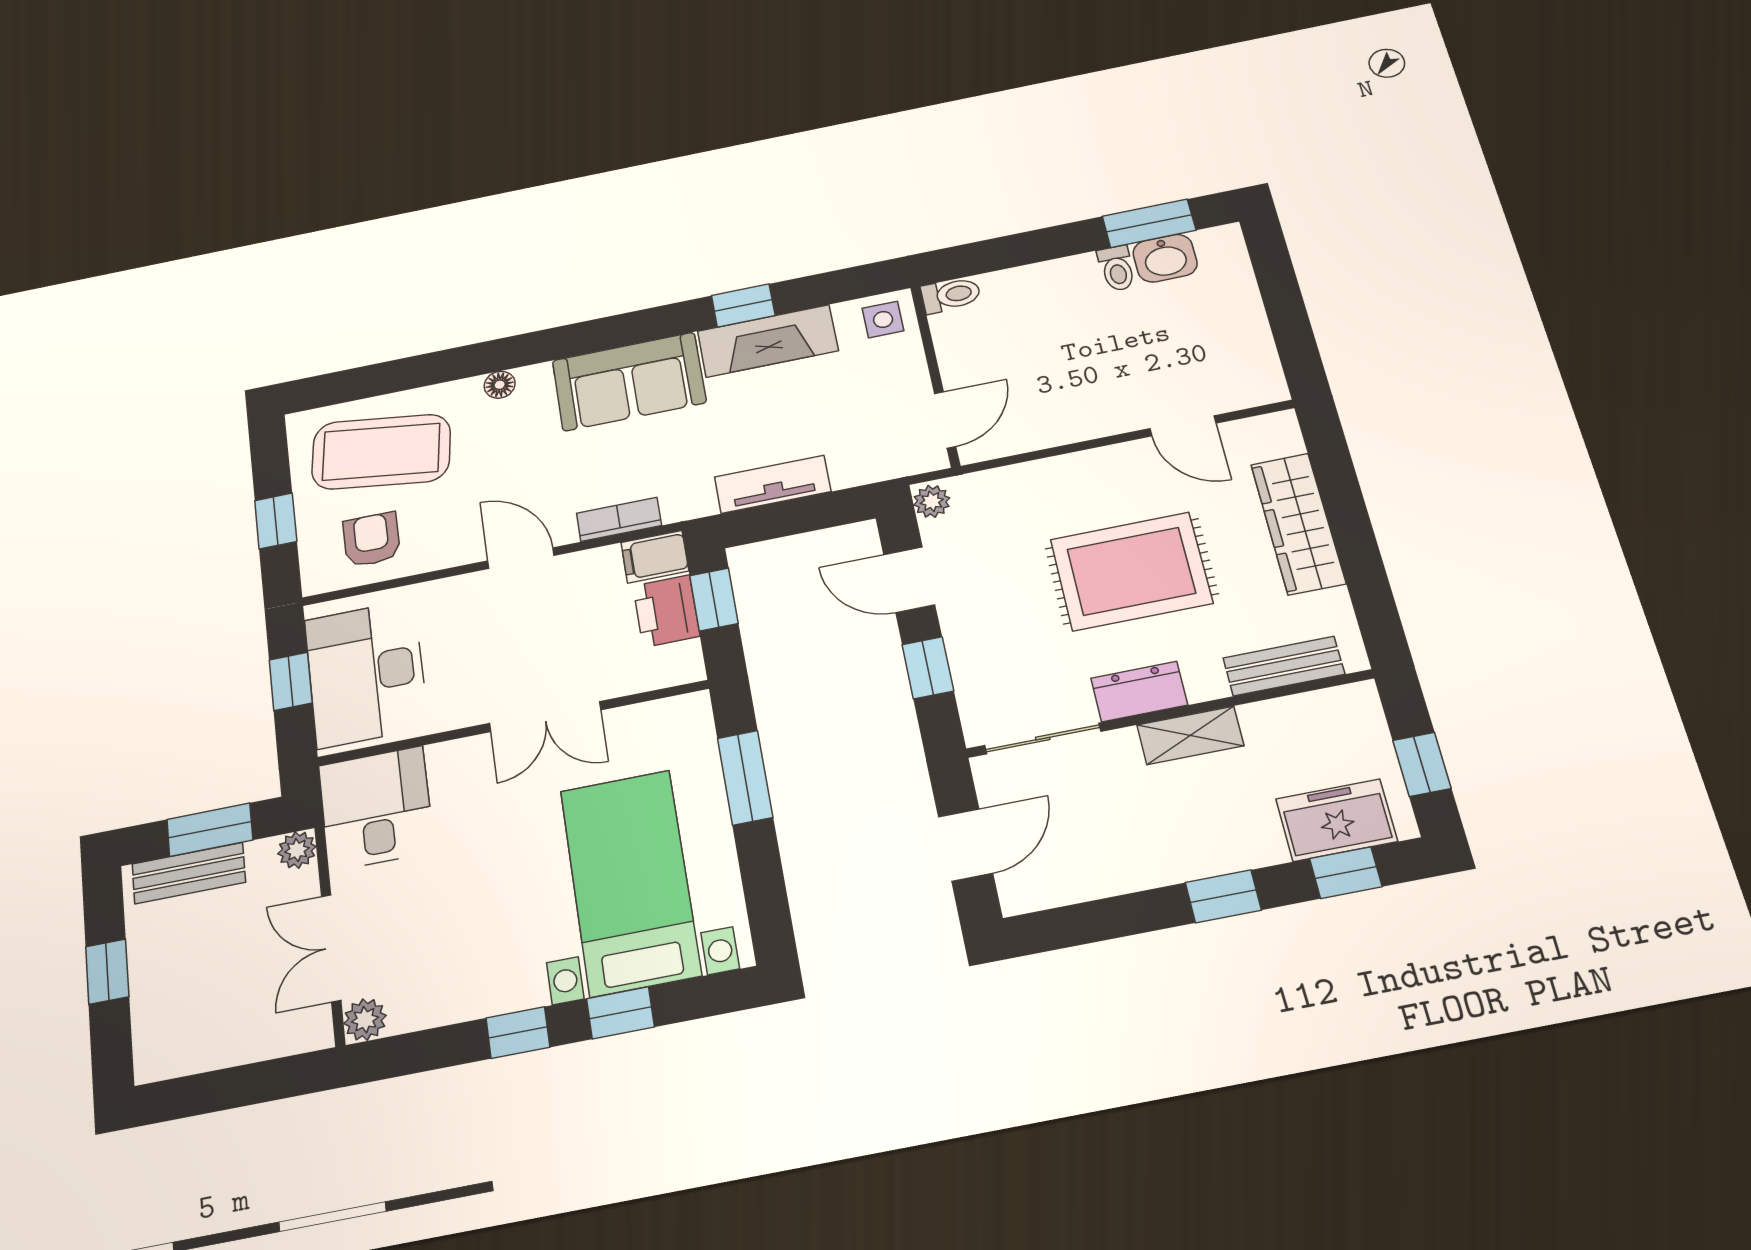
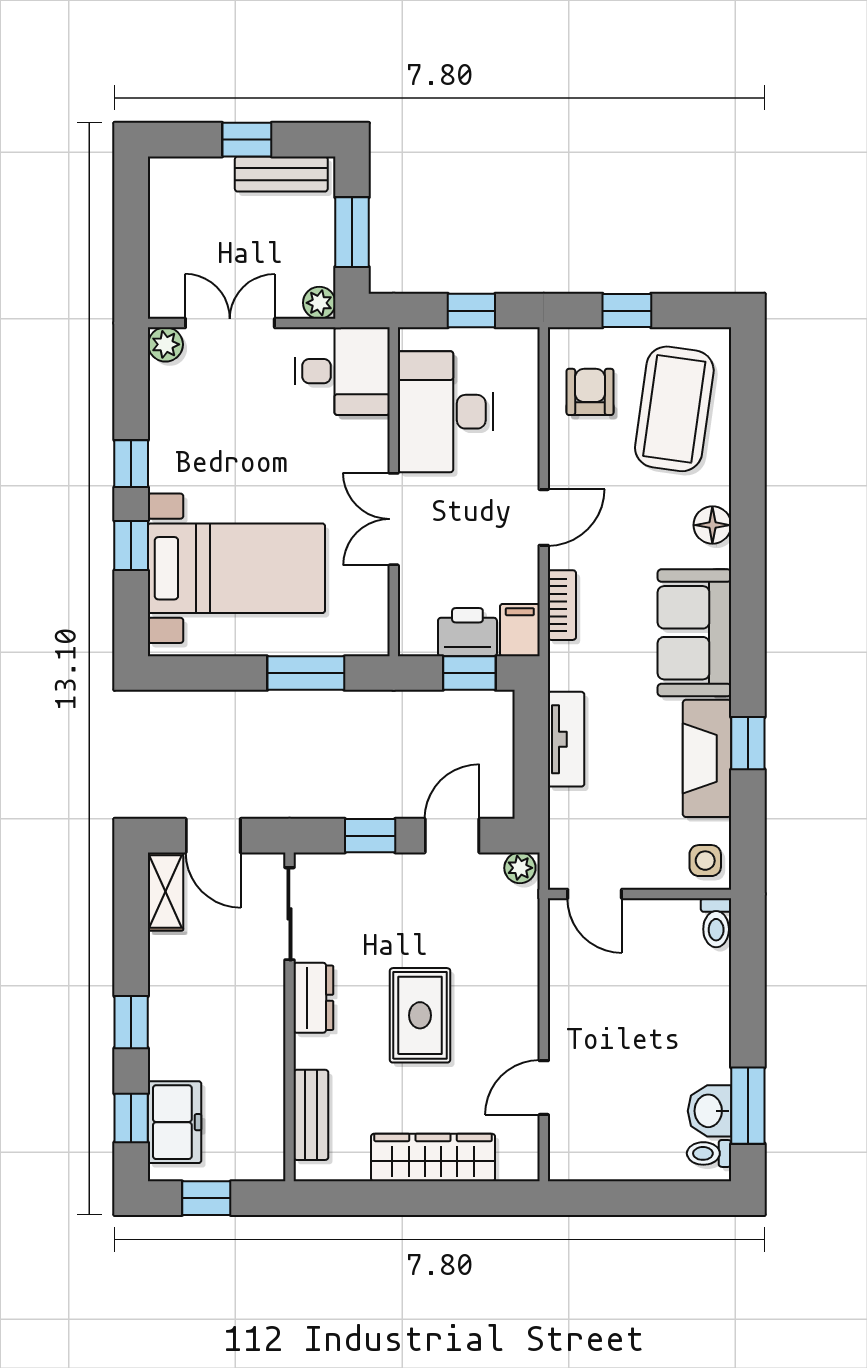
toilet: (1117, 268) -> (709, 1153), moved
floor lamp: (500, 385) -> (712, 525), width x1.37, depth x1.37
armchair: (372, 540) -> (590, 392), turned -90
rug: (1131, 571) -> (420, 1015), width x0.73, depth x0.70
desk: (366, 673) -> (446, 412), moved, turned -90
shelving: (1190, 735) -> (165, 891), moved
bench: (189, 873) -> (281, 174), moved, turned 90

